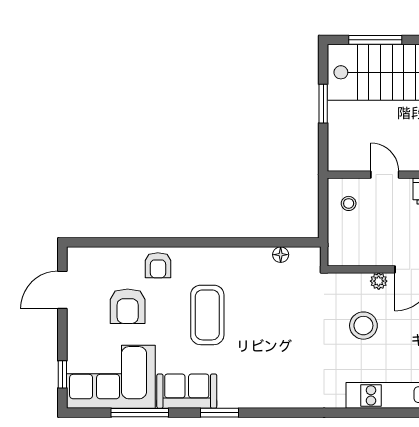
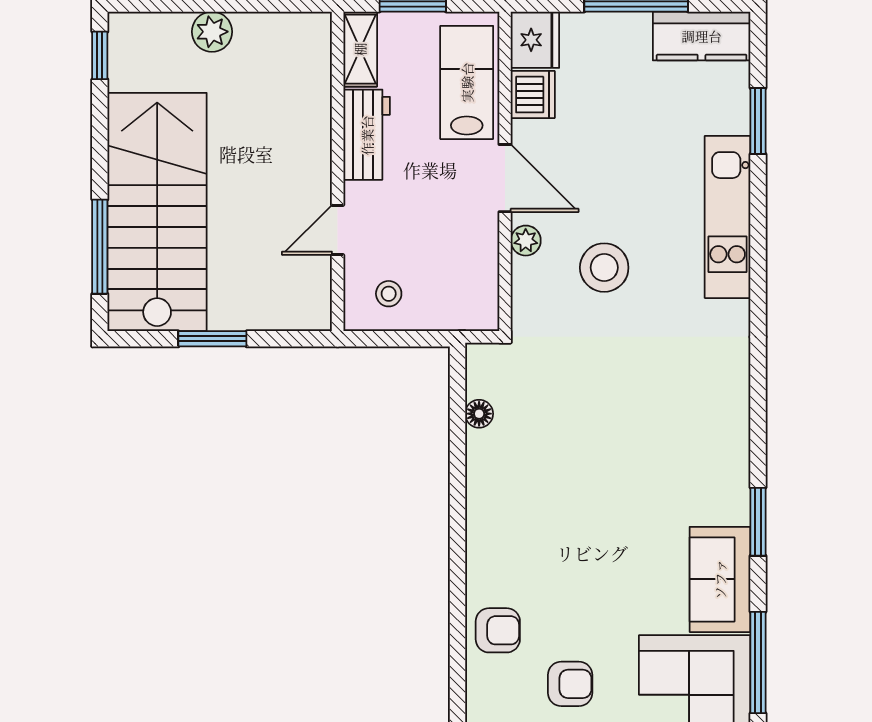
armchair: (128, 306) -> (570, 684), width x0.72, depth x0.72
coffee table: (207, 315) -> (586, 543), removed

